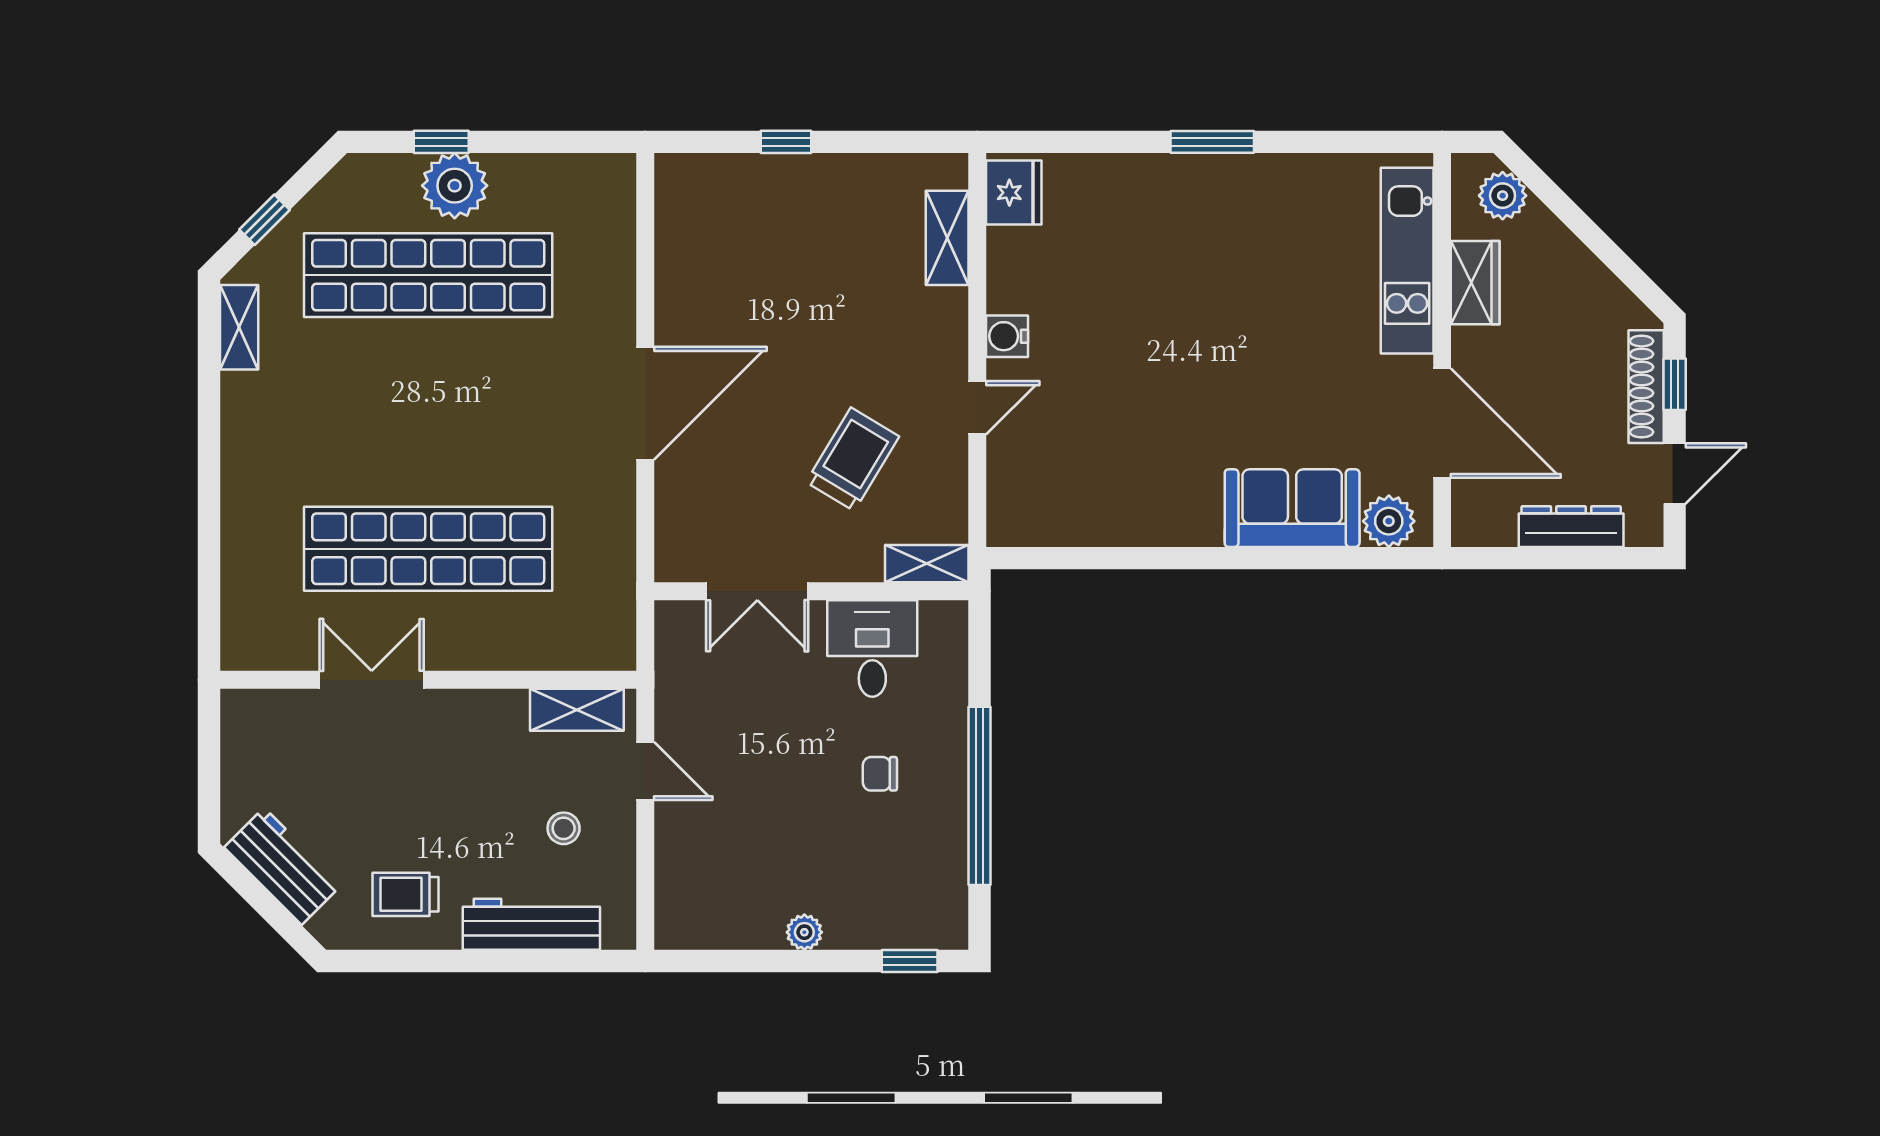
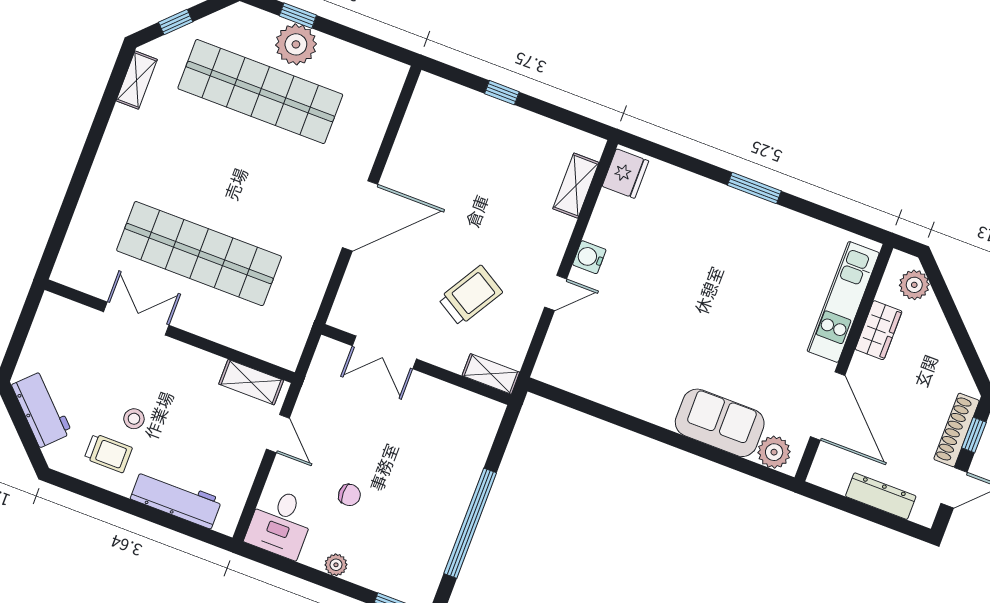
desk: (872, 648) -> (280, 523), moved, turned 180
chair: (880, 774) -> (349, 495), moved, turned 180
stool: (564, 828) -> (134, 419), moved
trolley: (406, 894) -> (108, 453), turned 180

